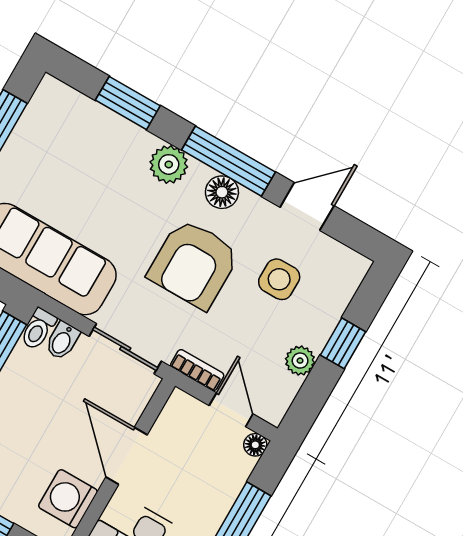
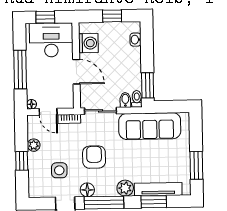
tv unit: (104, 122) -> (158, 189), added
floor lamp: (222, 192) -> (87, 190), moved
armchair: (194, 264) -> (94, 157), width x0.73, depth x0.73

